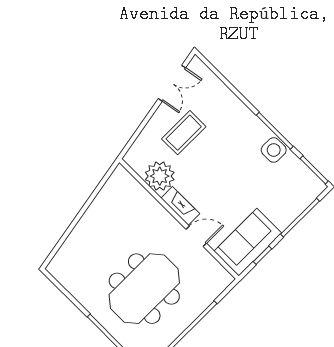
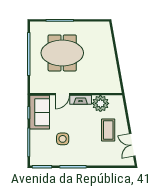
side table: (274, 150) -> (63, 139), moved
meeting table: (144, 289) -> (62, 53), turned 90

